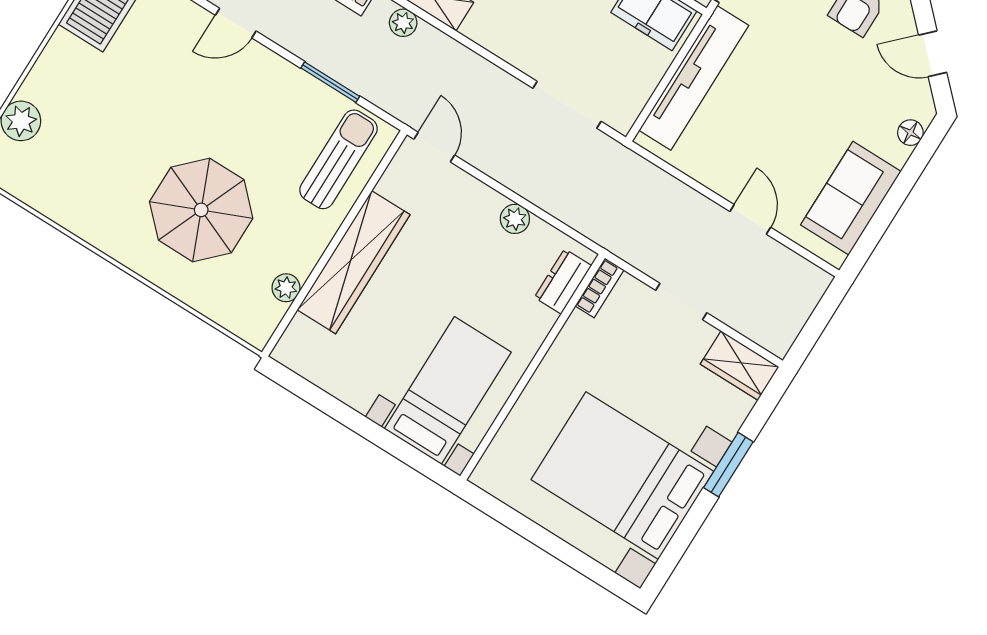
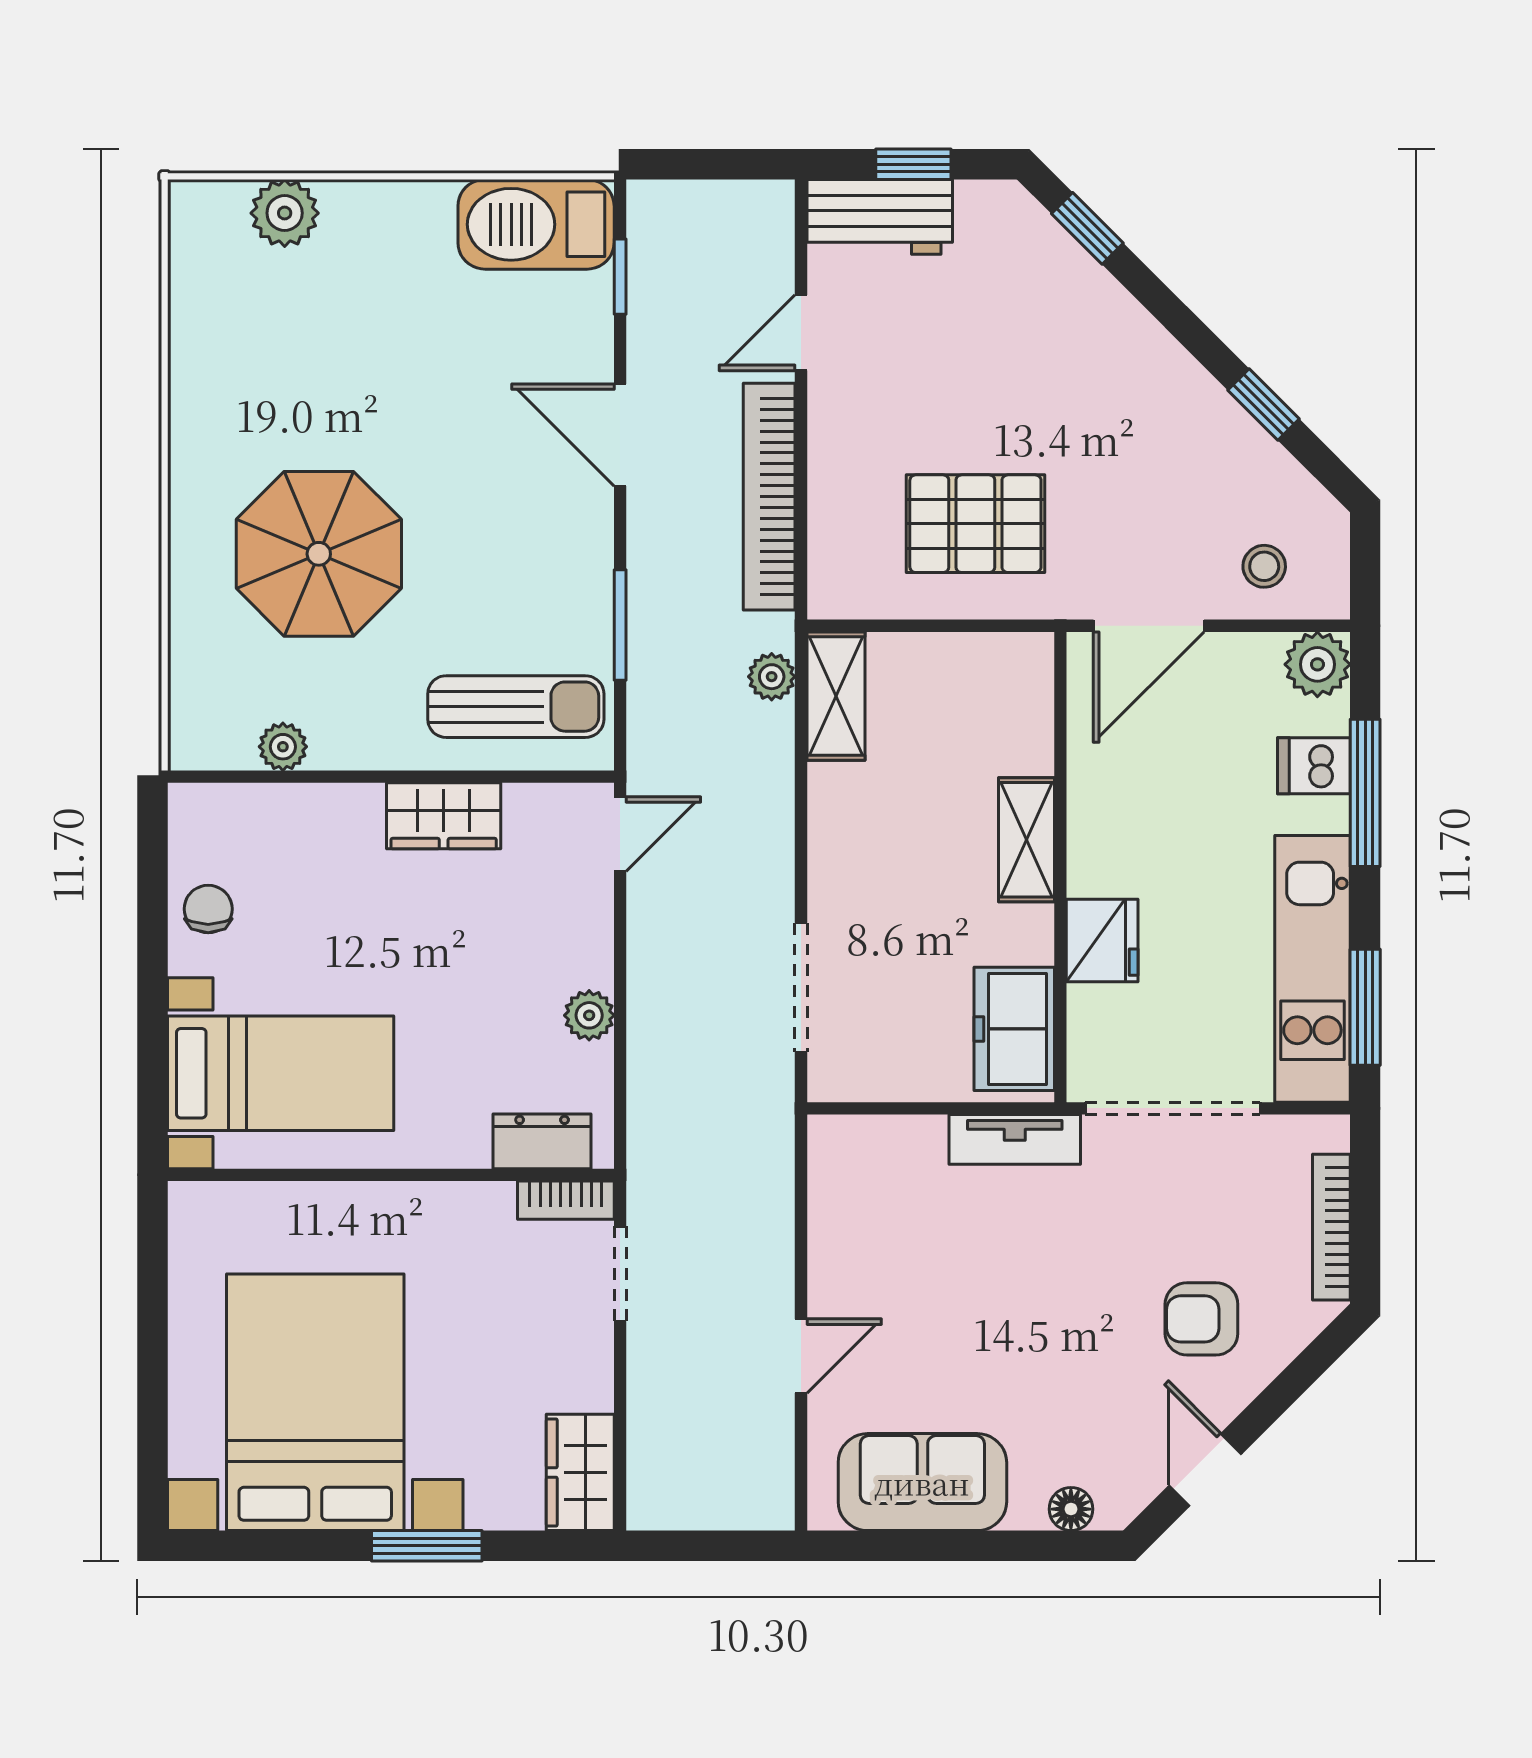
door: (236, 23) -> (620, 435), width x1.38
tv unit: (694, 78) -> (1015, 1139), width x0.52, depth x0.78
wardrobe: (354, 262) -> (444, 816), width x0.48, depth x0.85
doorway: (681, 301) -> (620, 1274), moved
chair: (344, 375) -> (208, 909), added

